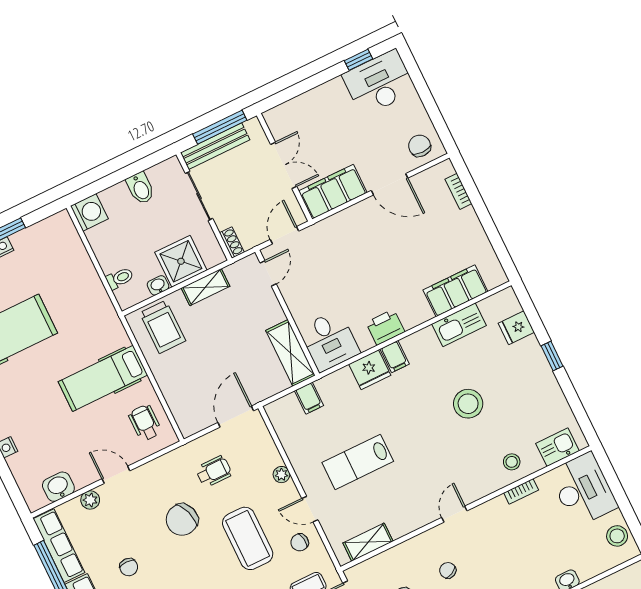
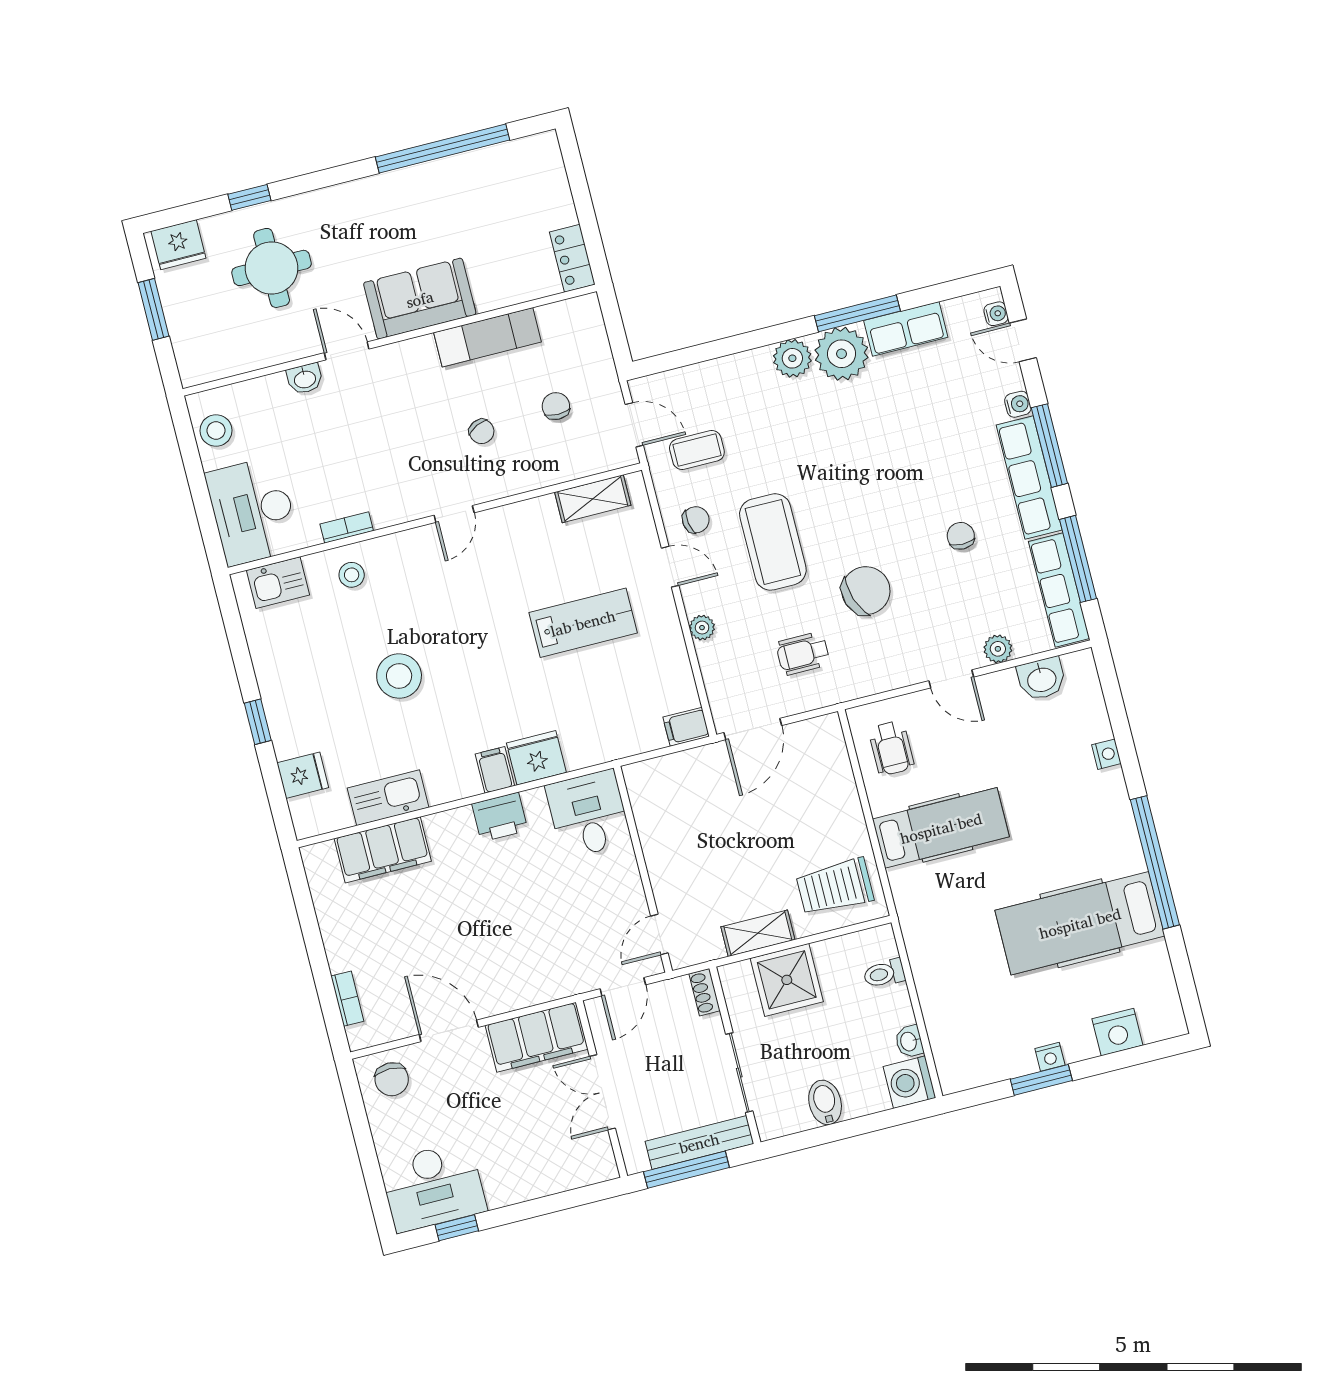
washbasin: (158, 285) -> (909, 1041), moved, turned 90
trolley: (163, 327) -> (835, 887), turned -90
shelving: (290, 353) -> (651, 808), removed
filing cabinet: (309, 398) -> (686, 727), moved, turned -90

